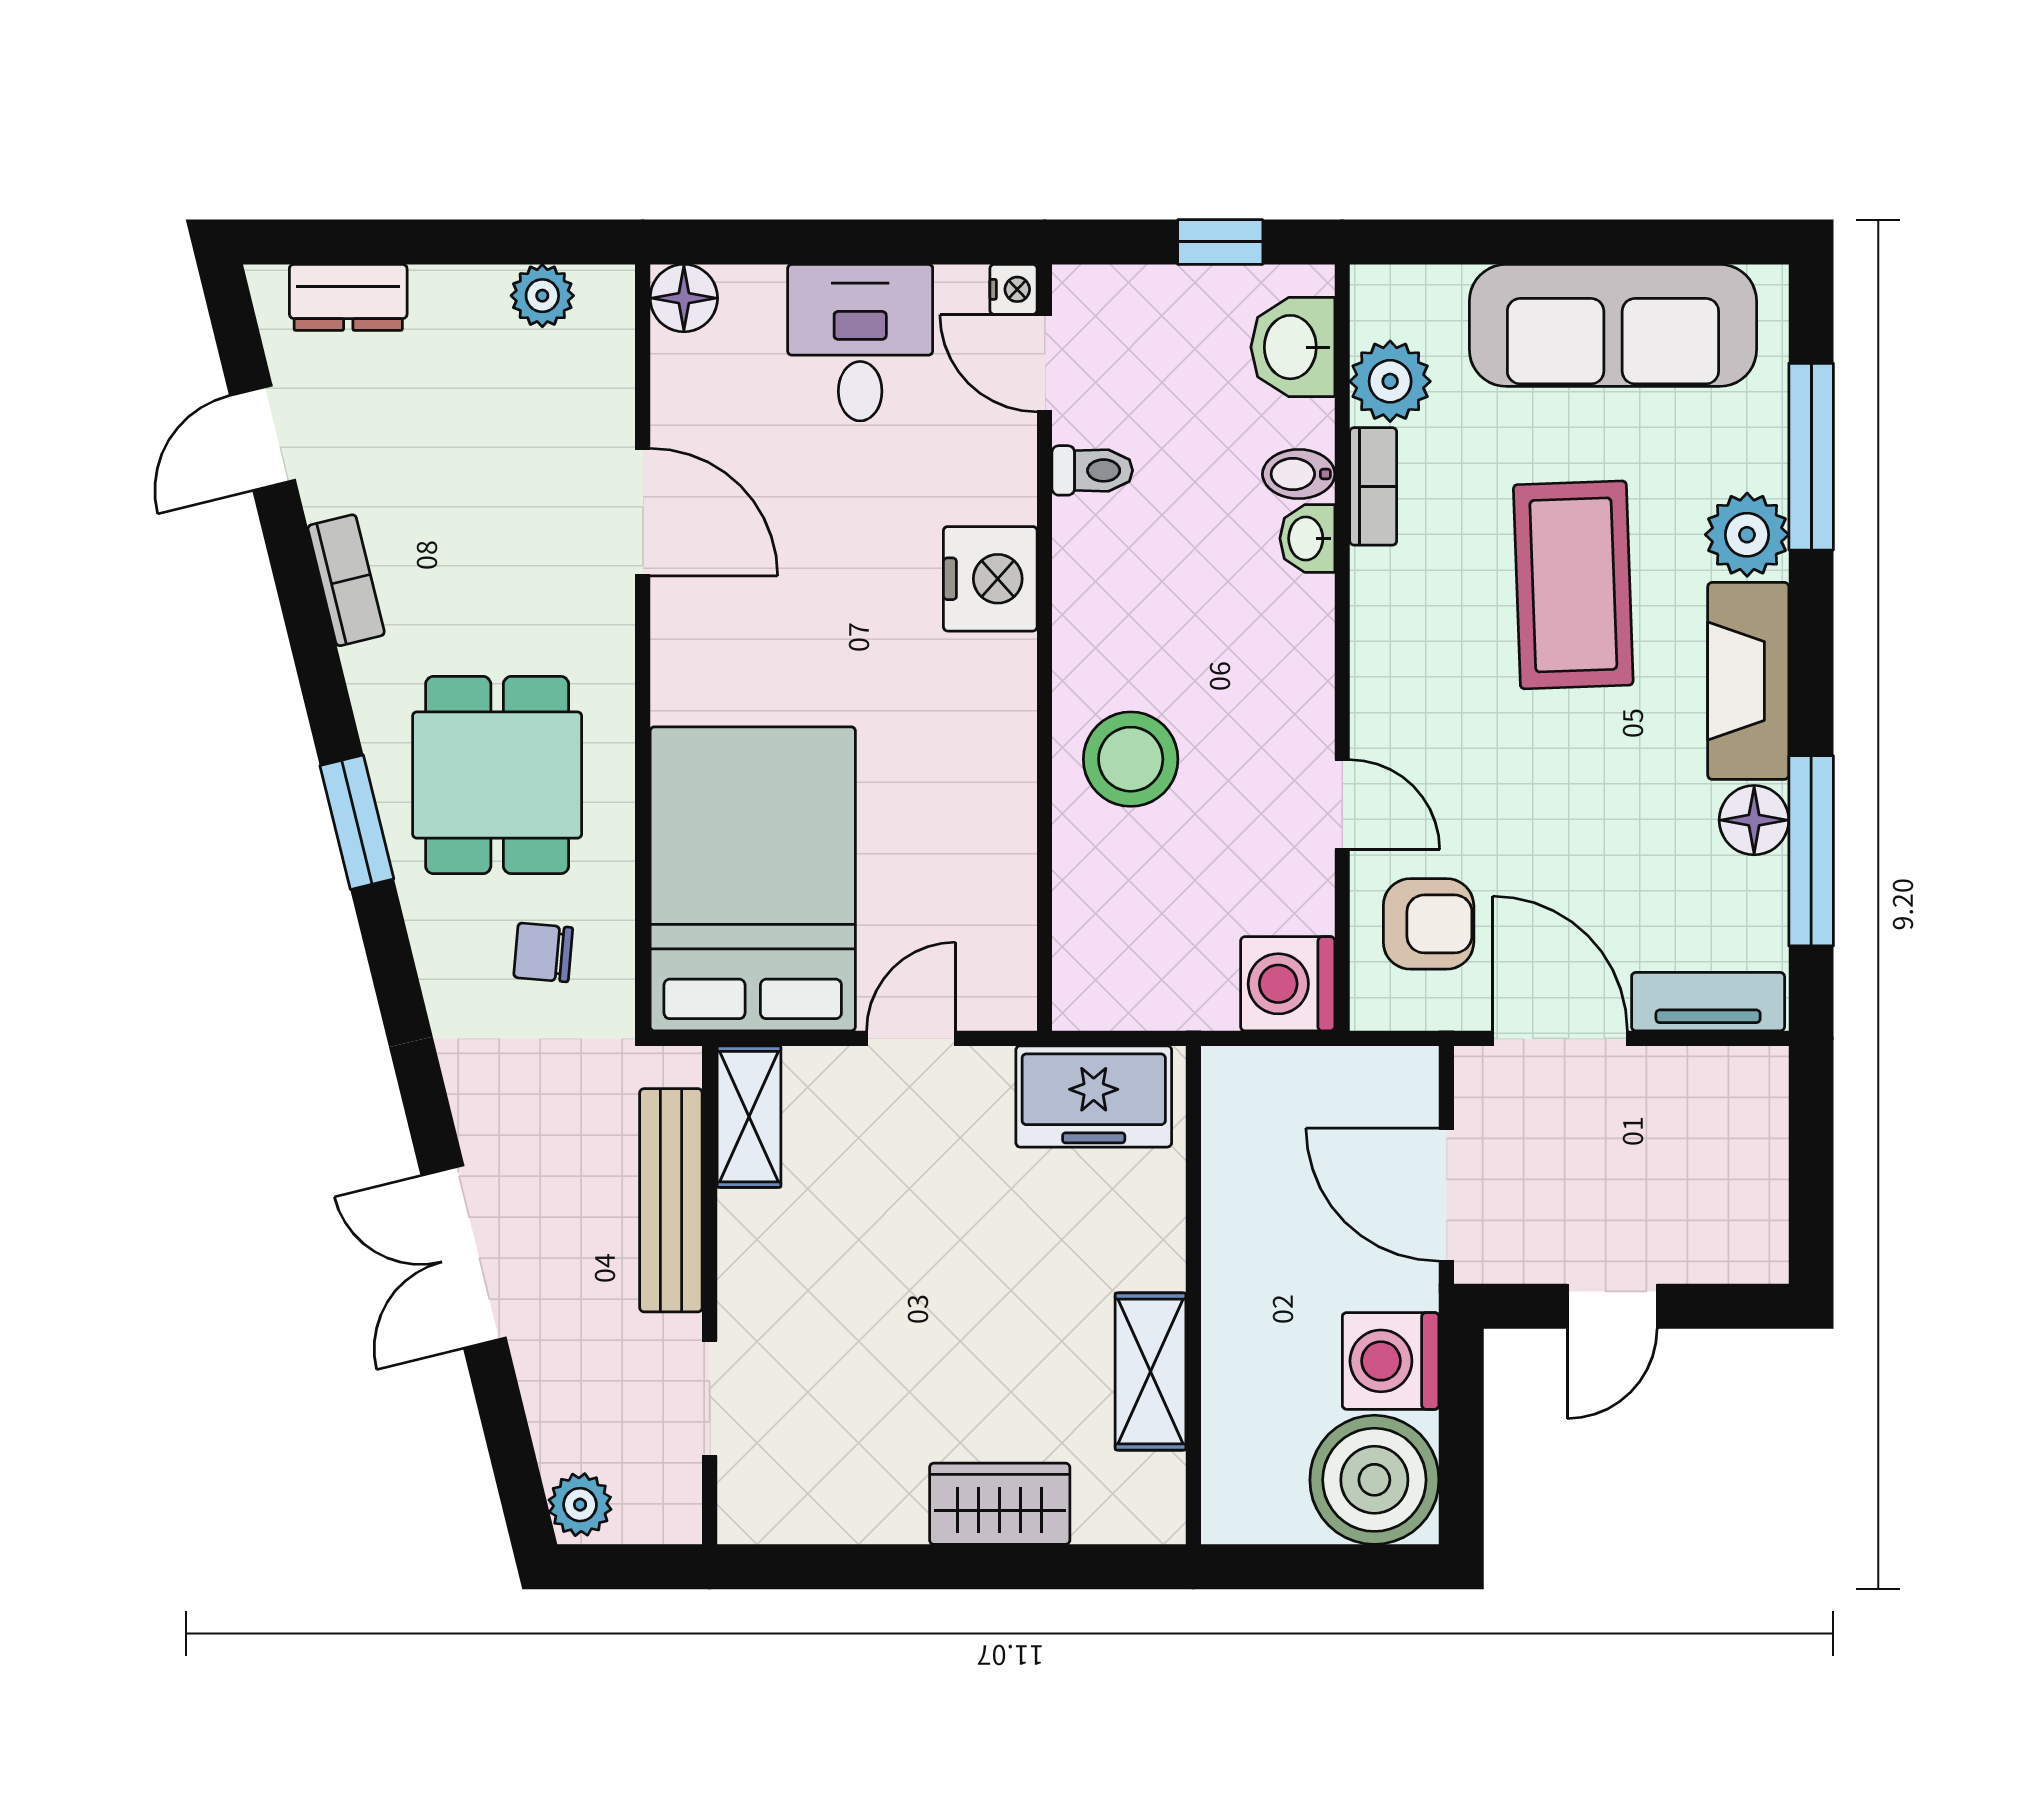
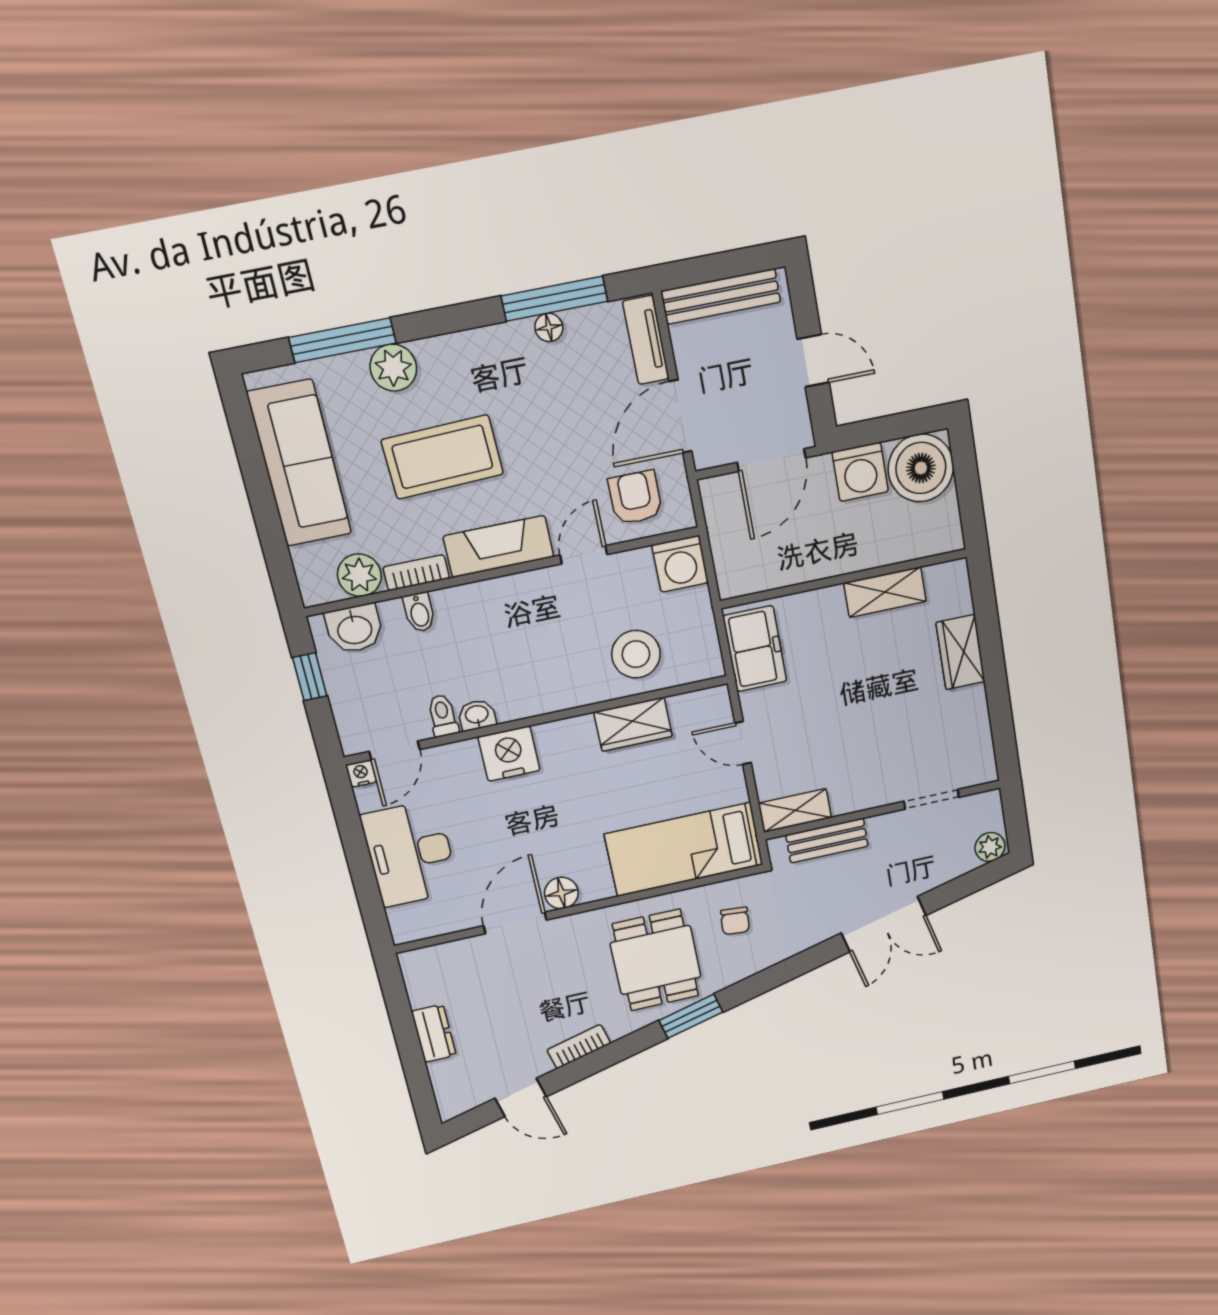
plant: (542, 296) -> (422, 991), removed
dresser: (348, 297) -> (434, 1033), moved
floor lamp: (684, 298) -> (561, 893), moved
desk: (860, 343) -> (410, 853), width x1.37
washbasin: (1307, 538) -> (477, 715), moved, turned 180
fireplace: (1748, 681) -> (499, 546), moved, turned 180
stool: (1131, 759) -> (636, 654), moved
dining table: (497, 775) -> (656, 960), turned 90
floor lamp: (1754, 820) -> (549, 327), width x0.73, depth x0.73
wardrobe: (996, 830) -> (633, 724), added
bed: (753, 879) -> (684, 849), width x0.67
bench: (1758, 1155) -> (721, 296), added
bench: (671, 1200) -> (827, 841), width x0.73

